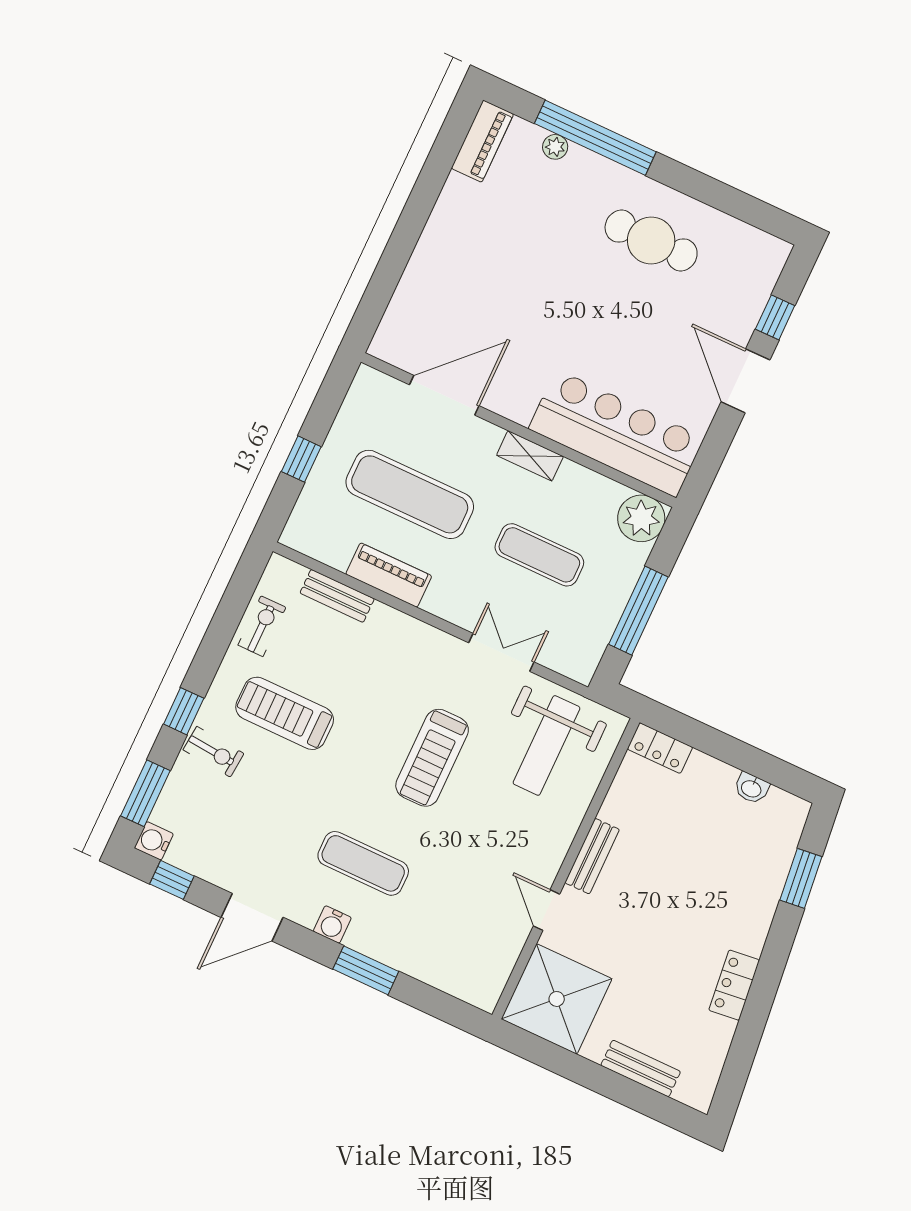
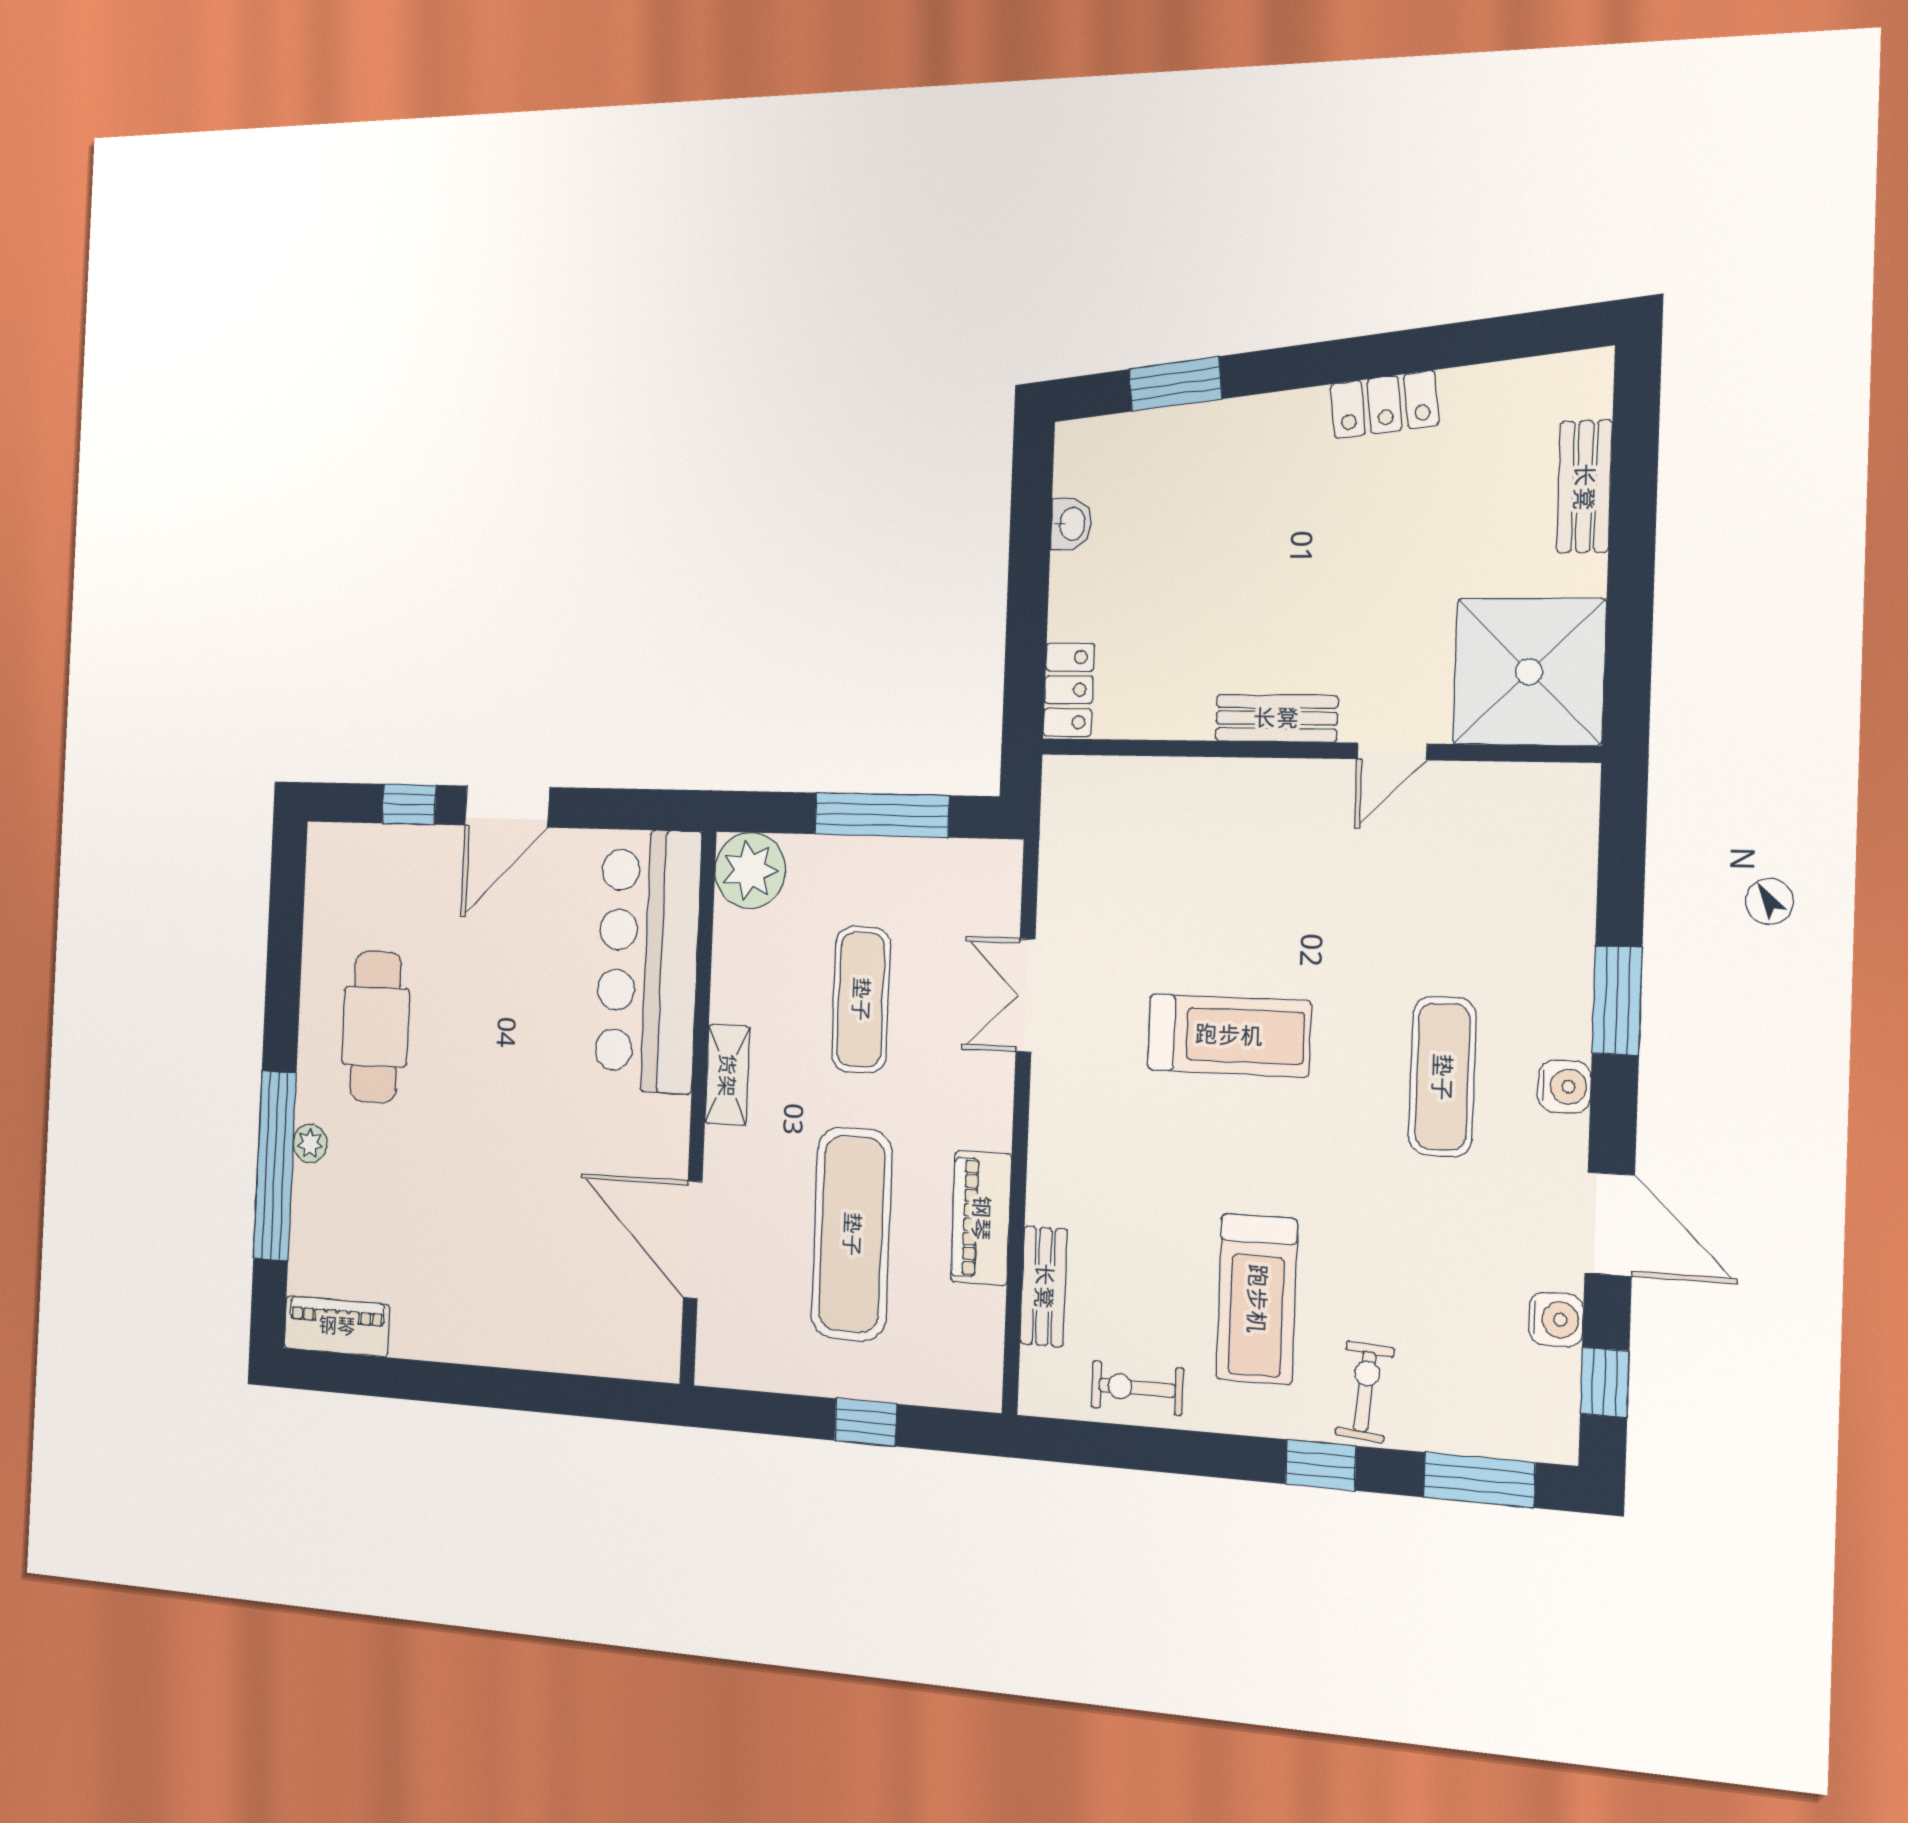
plant: (555, 147) -> (310, 1143), moved
weight bench: (546, 745) -> (1136, 865), removed
water cooler: (154, 841) -> (1556, 1320), moved, turned -90

